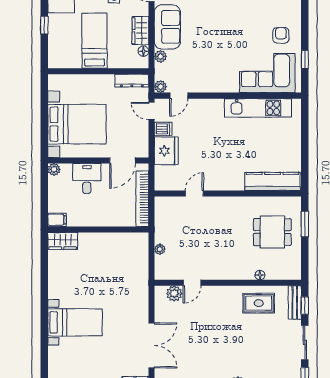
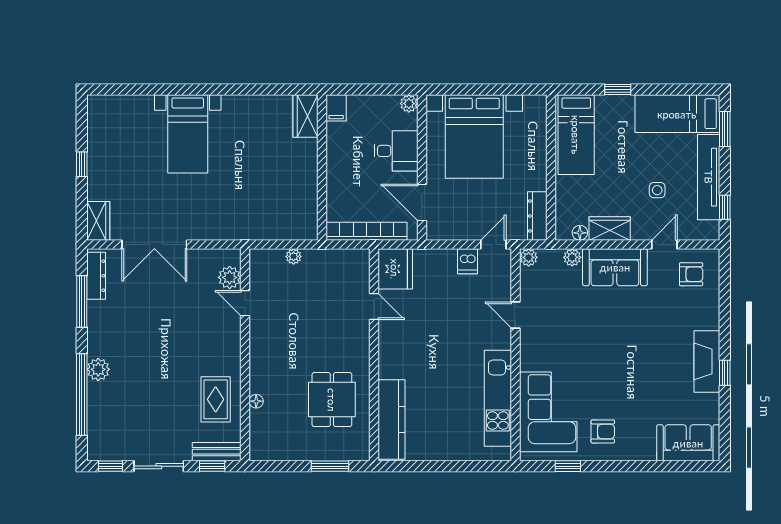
bed: (95, 41) -> (576, 135), moved, turned 90
door: (179, 96) -> (516, 315), moved
fridge: (166, 151) -> (395, 269), moved, turned -90
dining table: (272, 232) -> (332, 400), moved

